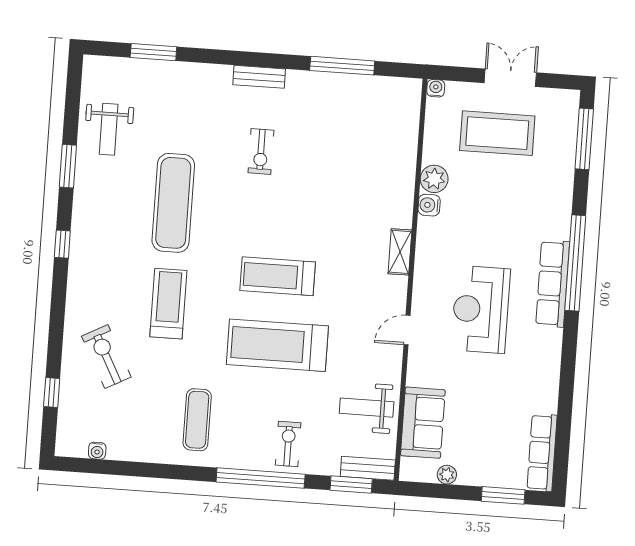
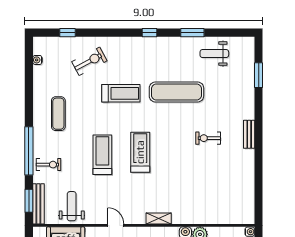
window: (342, 66) -> (259, 179), removed
treadmill: (277, 345) -> (102, 155), width x0.73, depth x0.73
exercise mat: (197, 420) -> (58, 114), turned 90
bench: (368, 468) -> (38, 204), width x1.36

